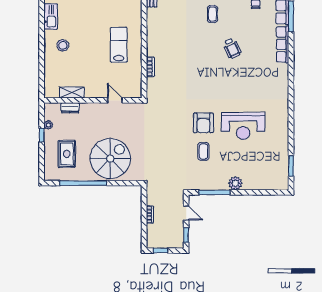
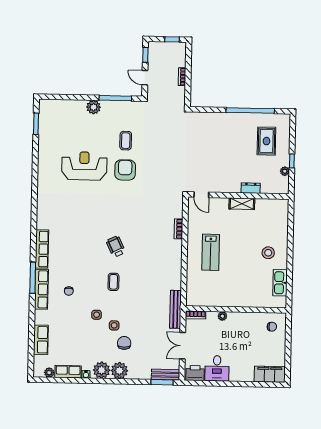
wheelchair: (232, 48) -> (116, 247), moved
shelving: (72, 92) -> (242, 204), moved
door: (115, 100) -> (201, 195), moved
dresser: (70, 108) -> (251, 188), moved
spiral stairs: (110, 159) -> (222, 135), removed

